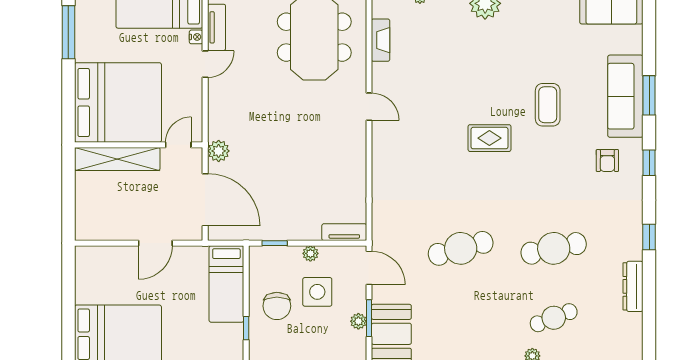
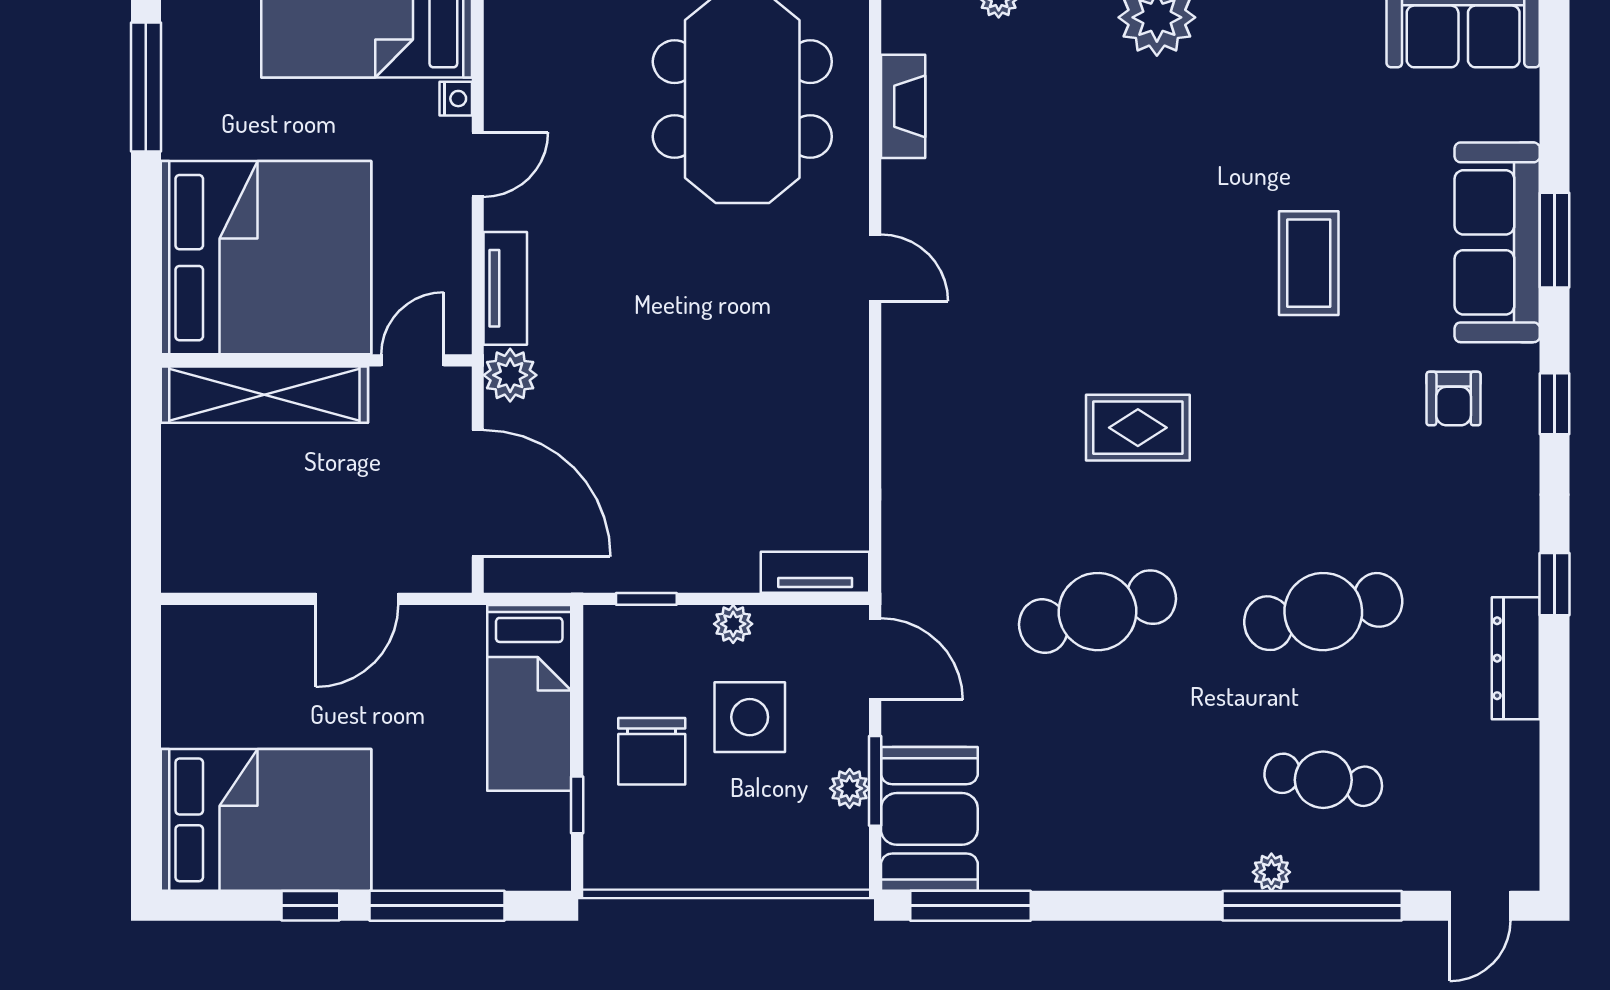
tv unit: (217, 27) -> (505, 288), moved
rug: (489, 138) -> (1138, 428), moved
dresser: (633, 286) -> (1516, 658), moved
cafe table: (554, 318) -> (1323, 780), turned 30

